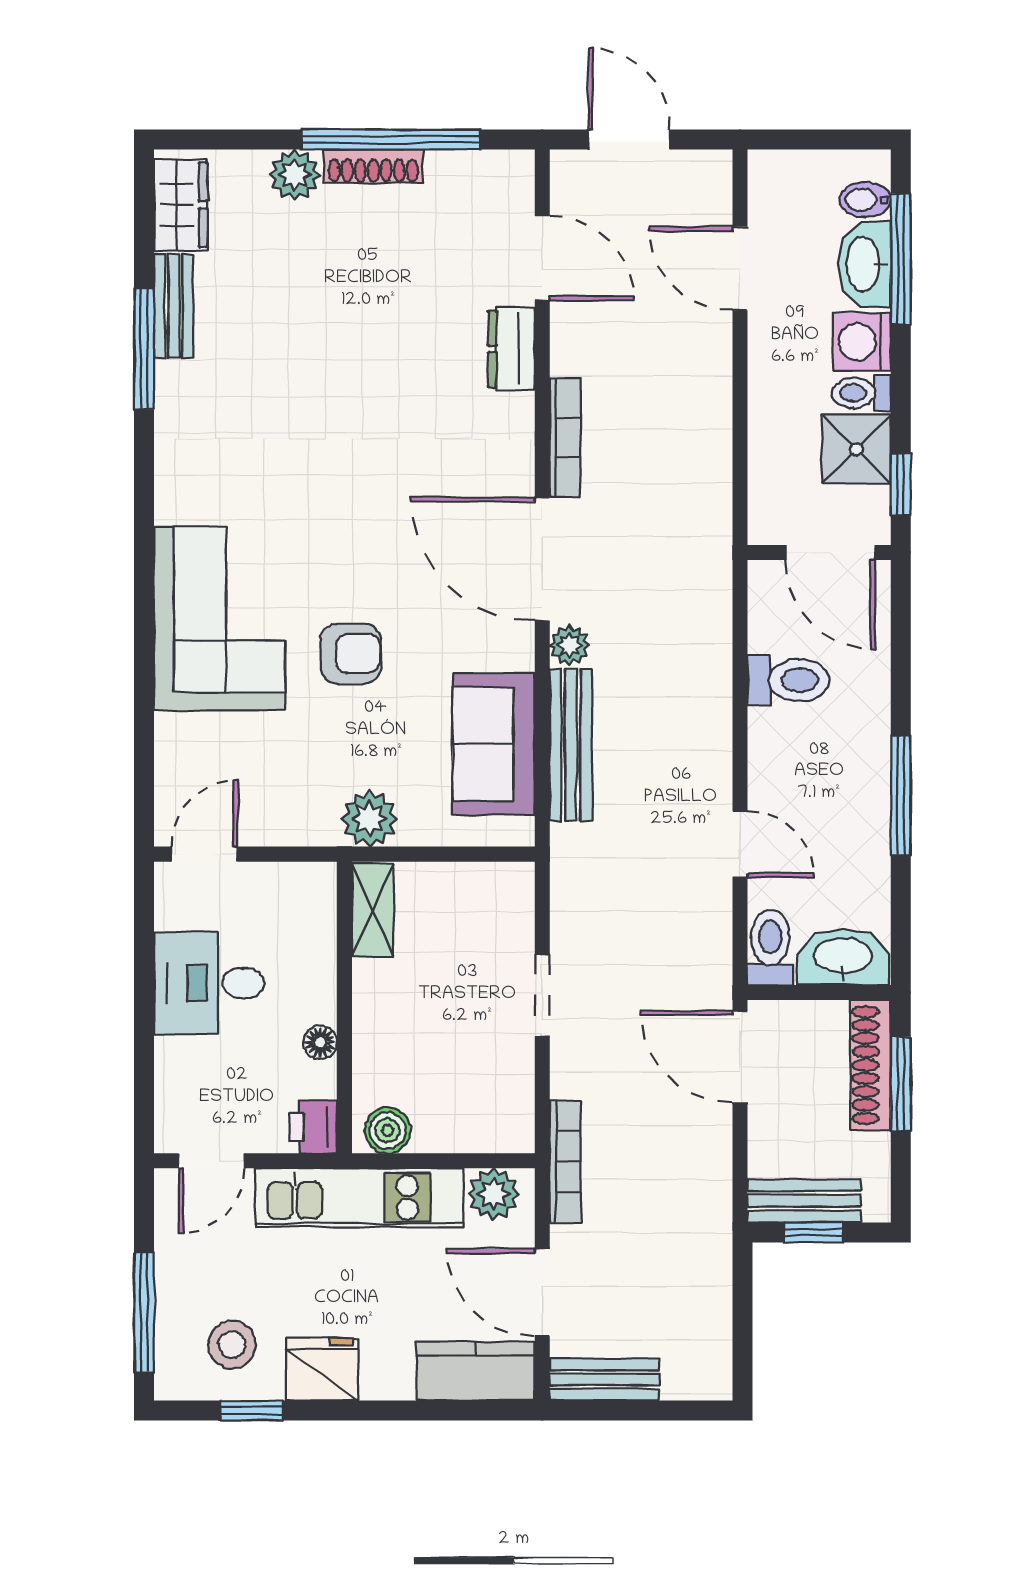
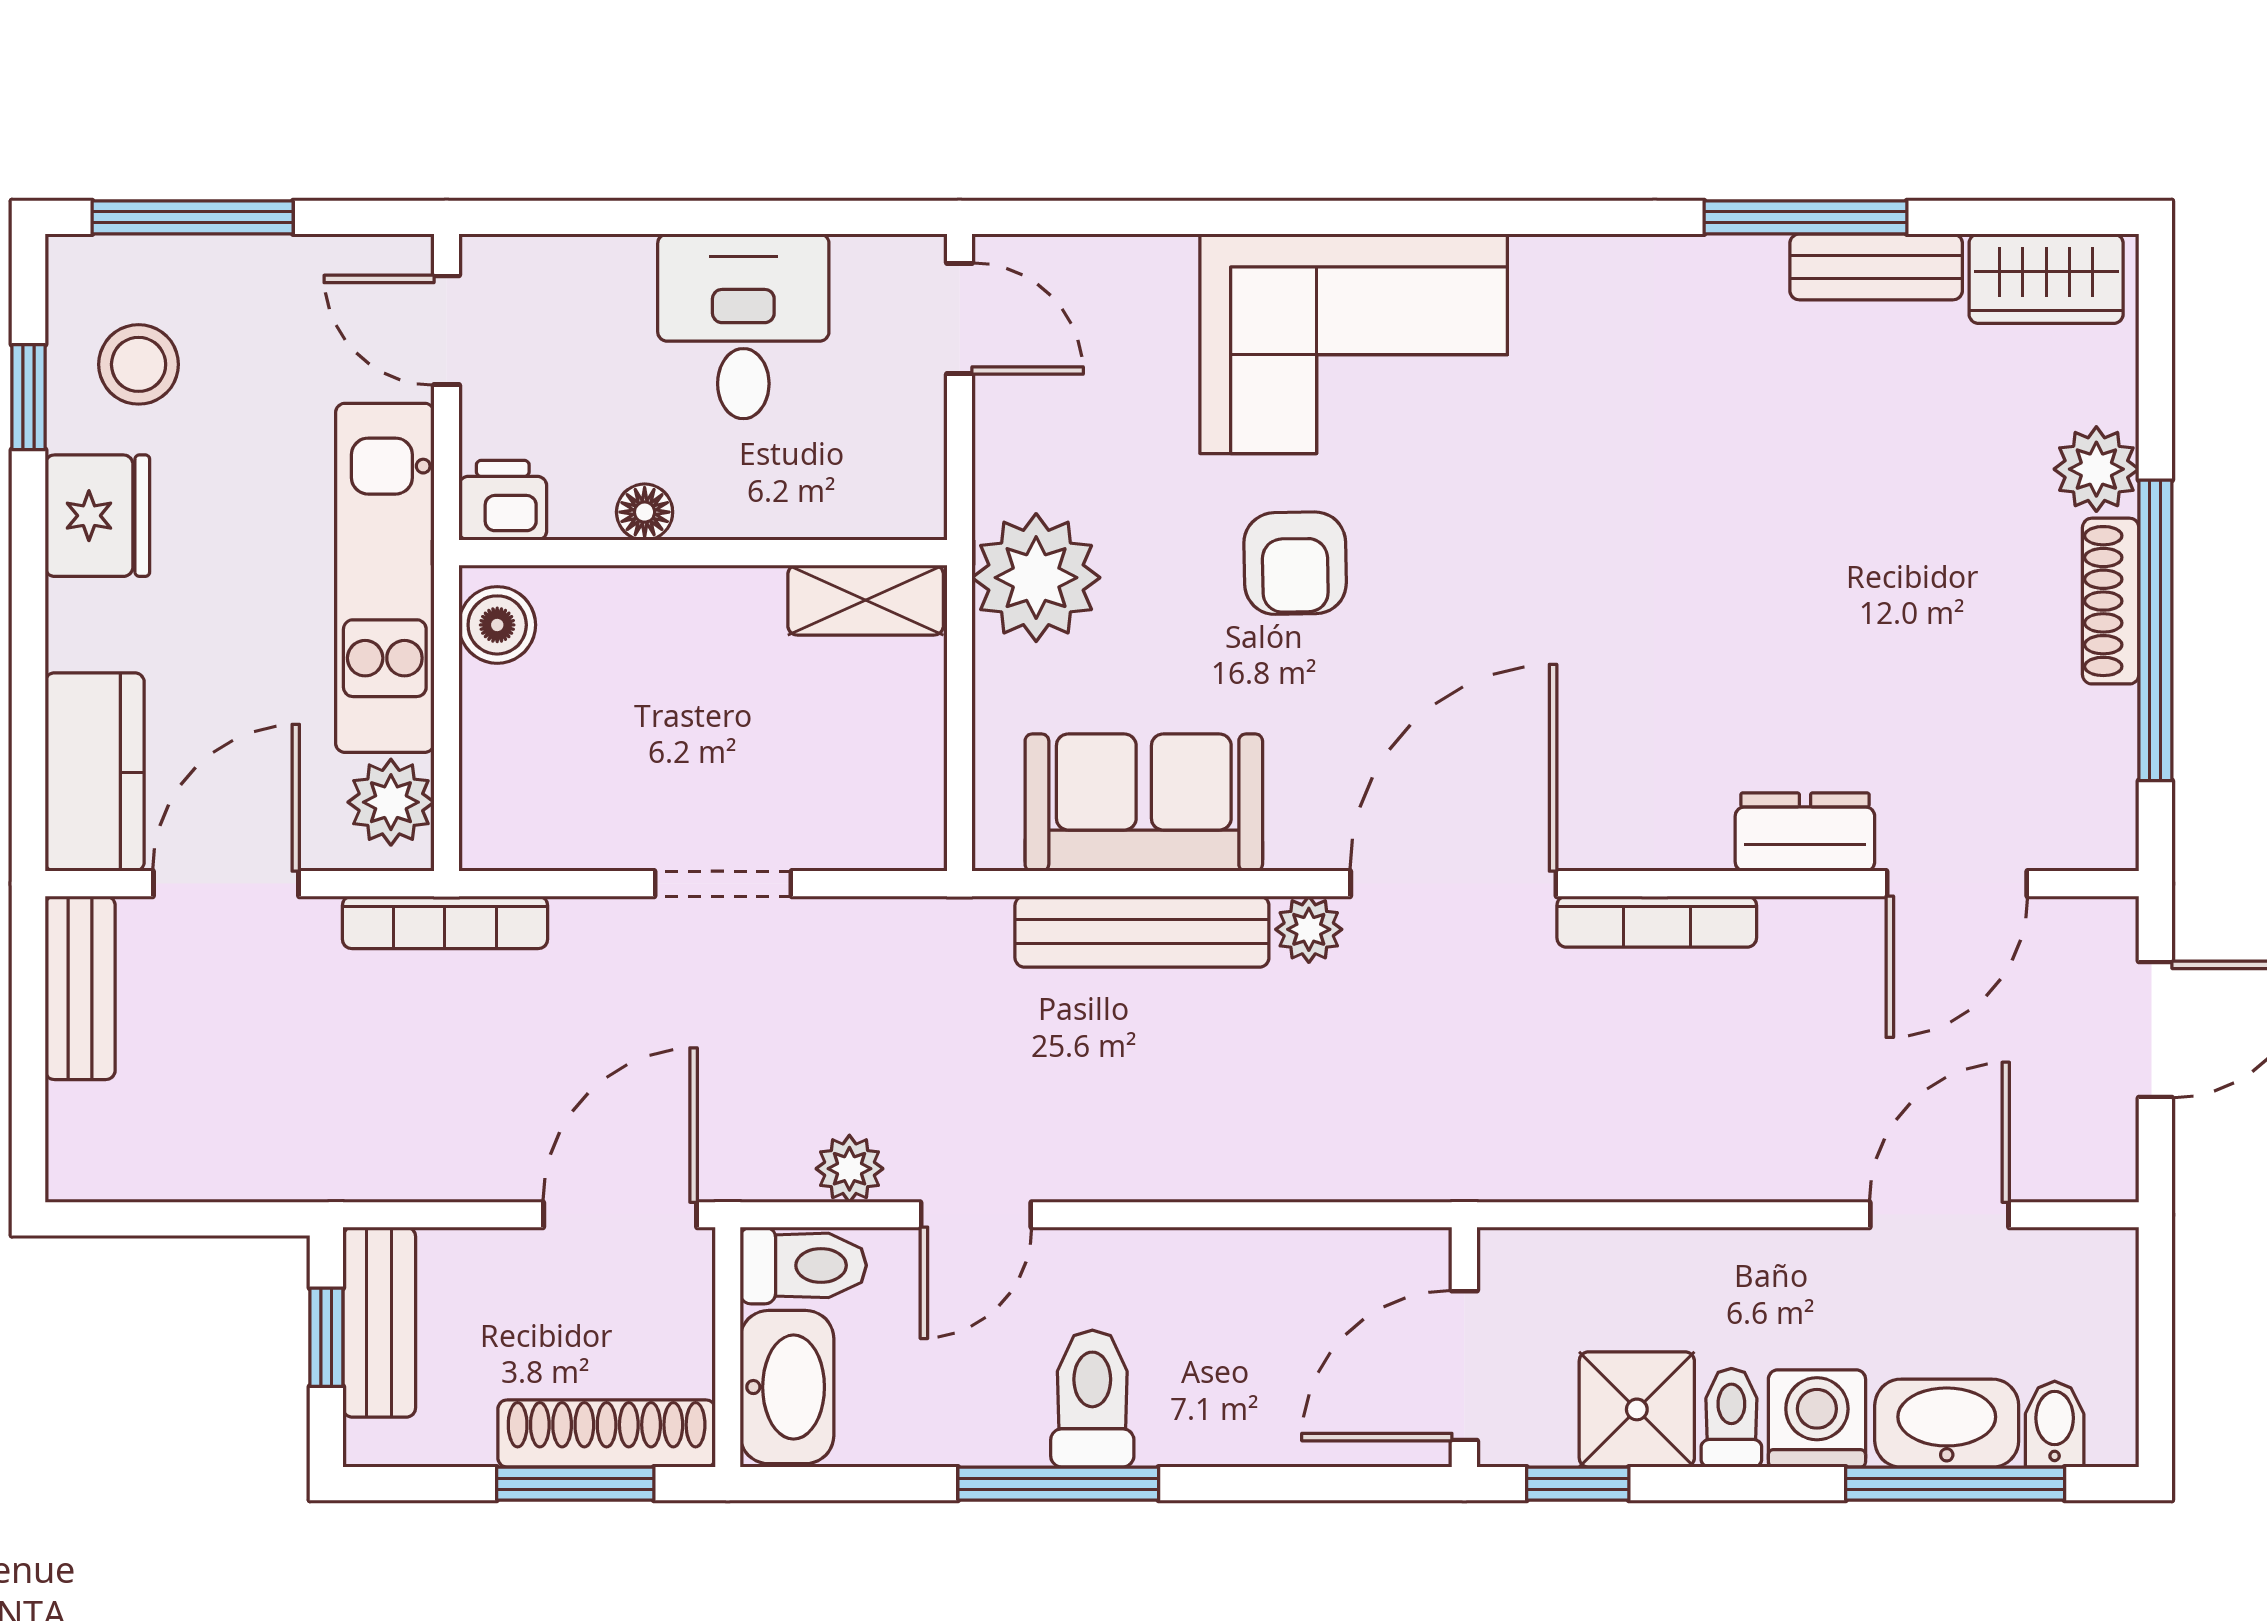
toilet: (788, 680) -> (1092, 1399), moved, turned 180
plant: (369, 819) -> (1036, 578), width x1.36, depth x1.36
plant: (712, 920) -> (849, 1169), added

